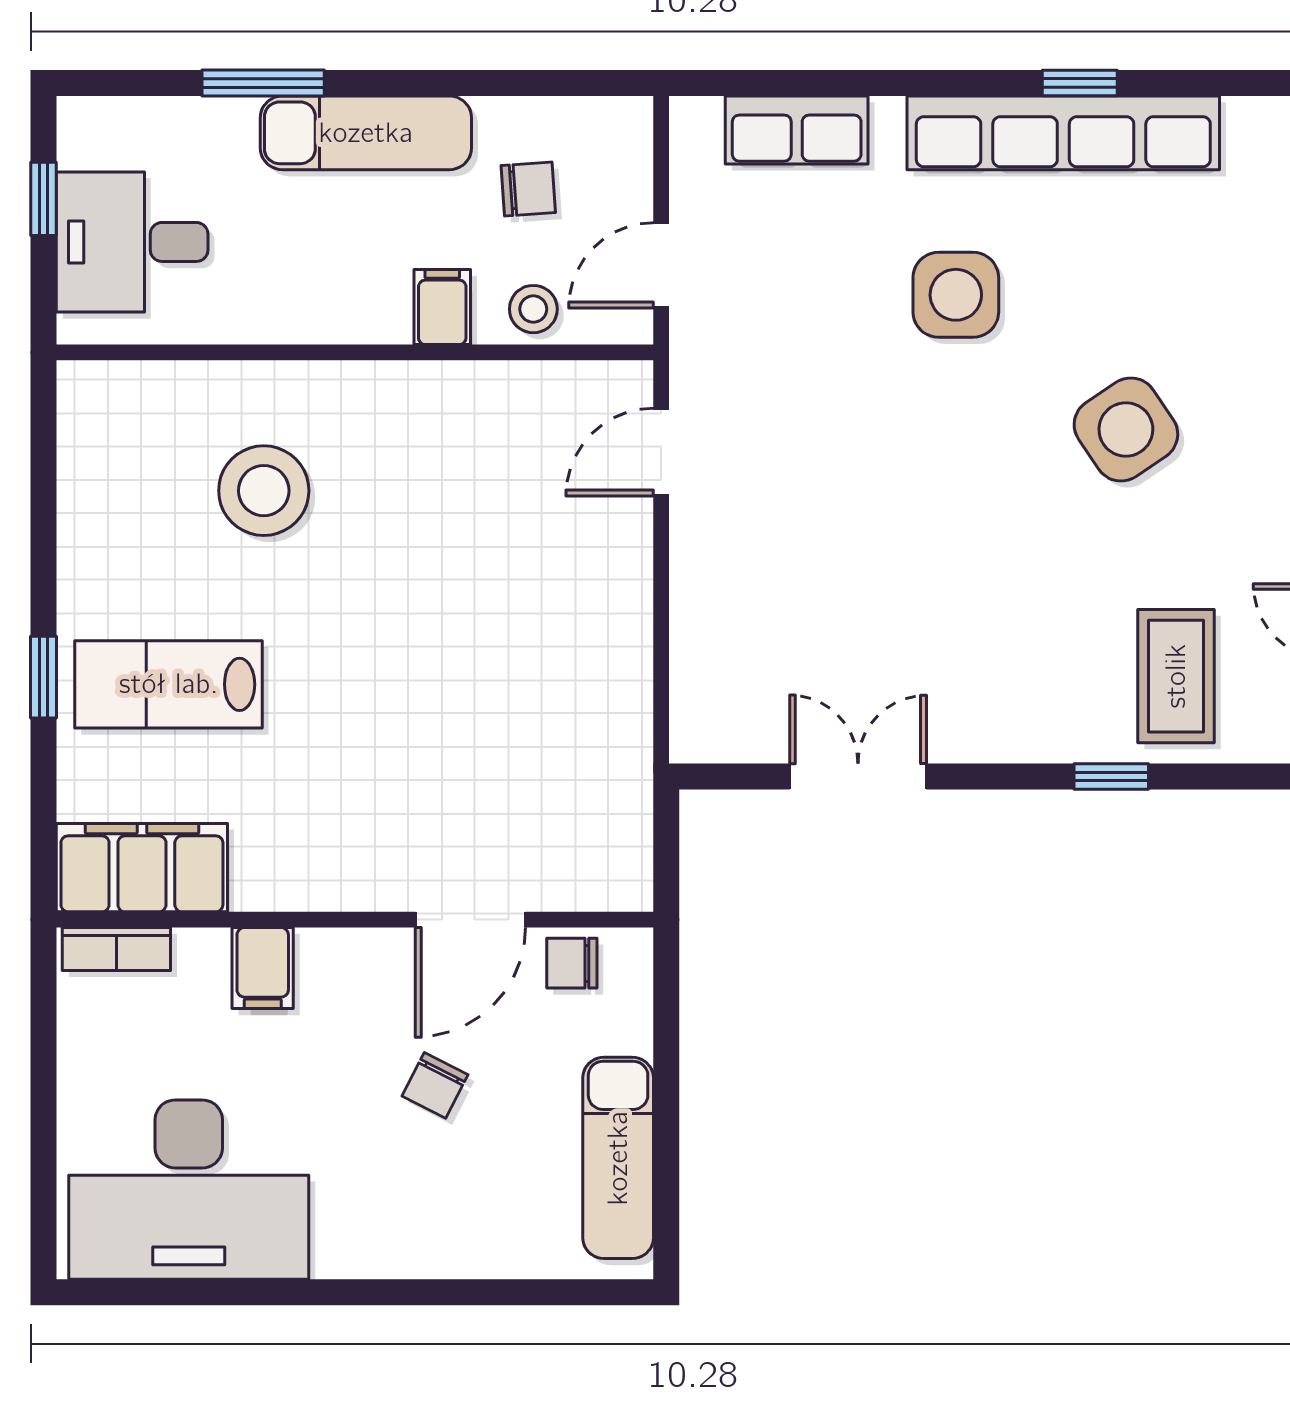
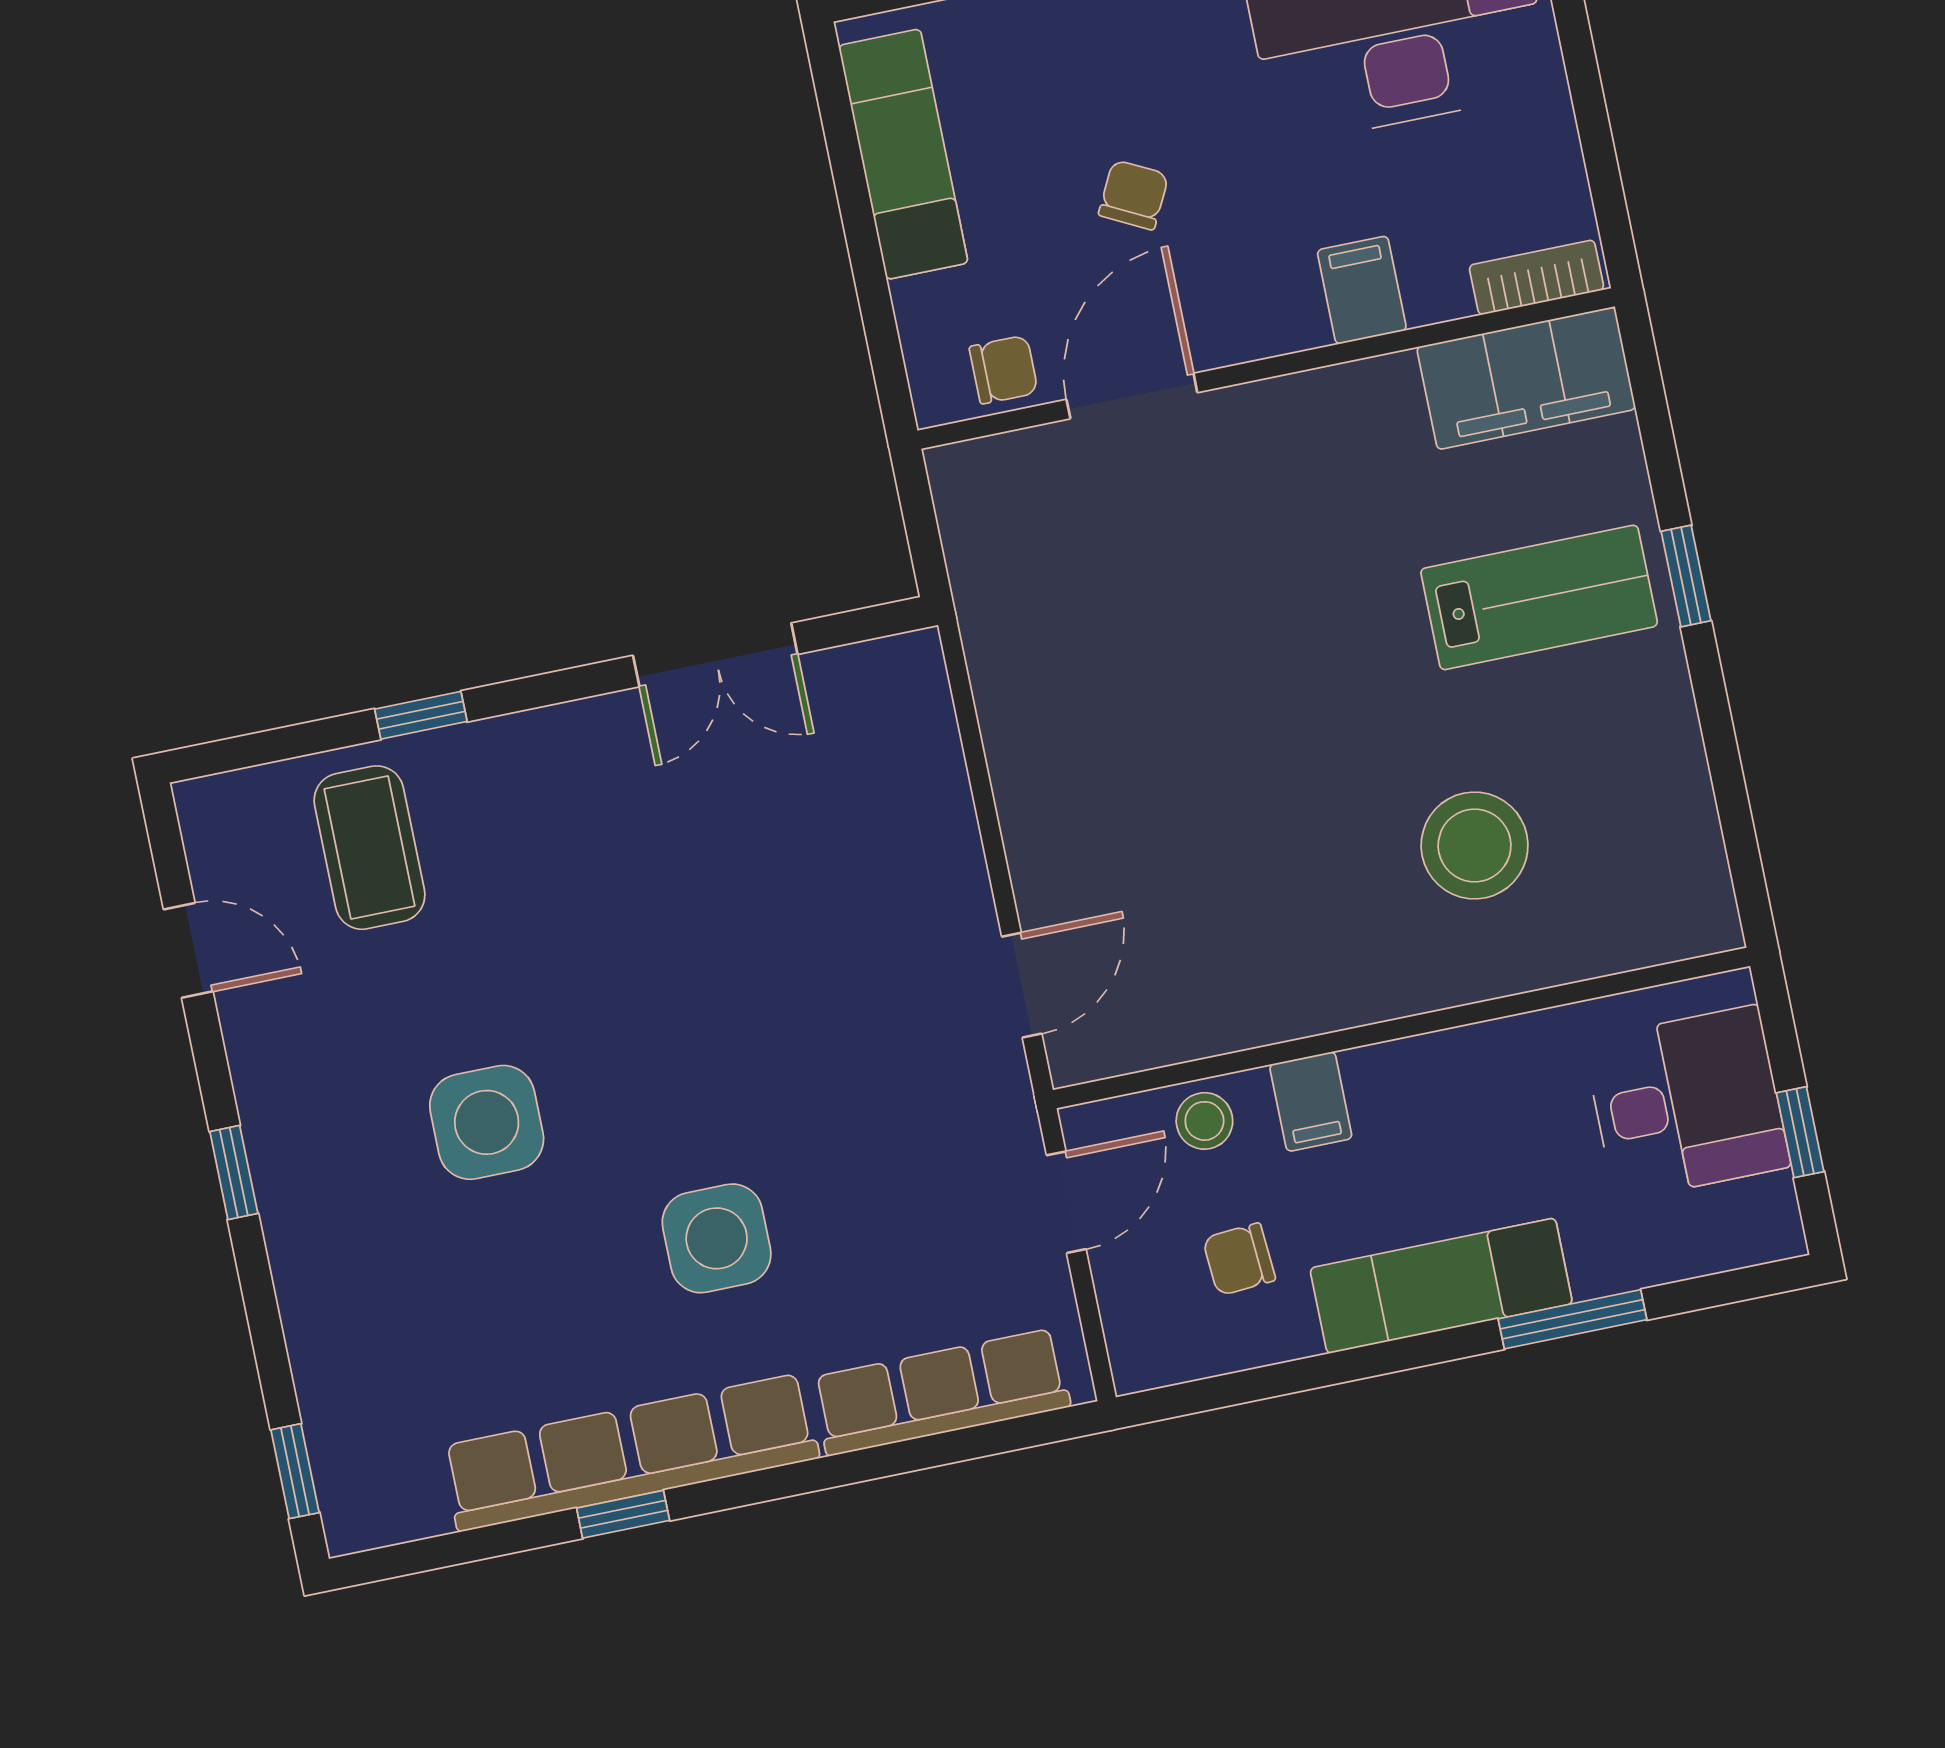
row of seats: (797, 130) -> (941, 1392), width x1.48
side table: (1126, 429) -> (487, 1122), turned 34

